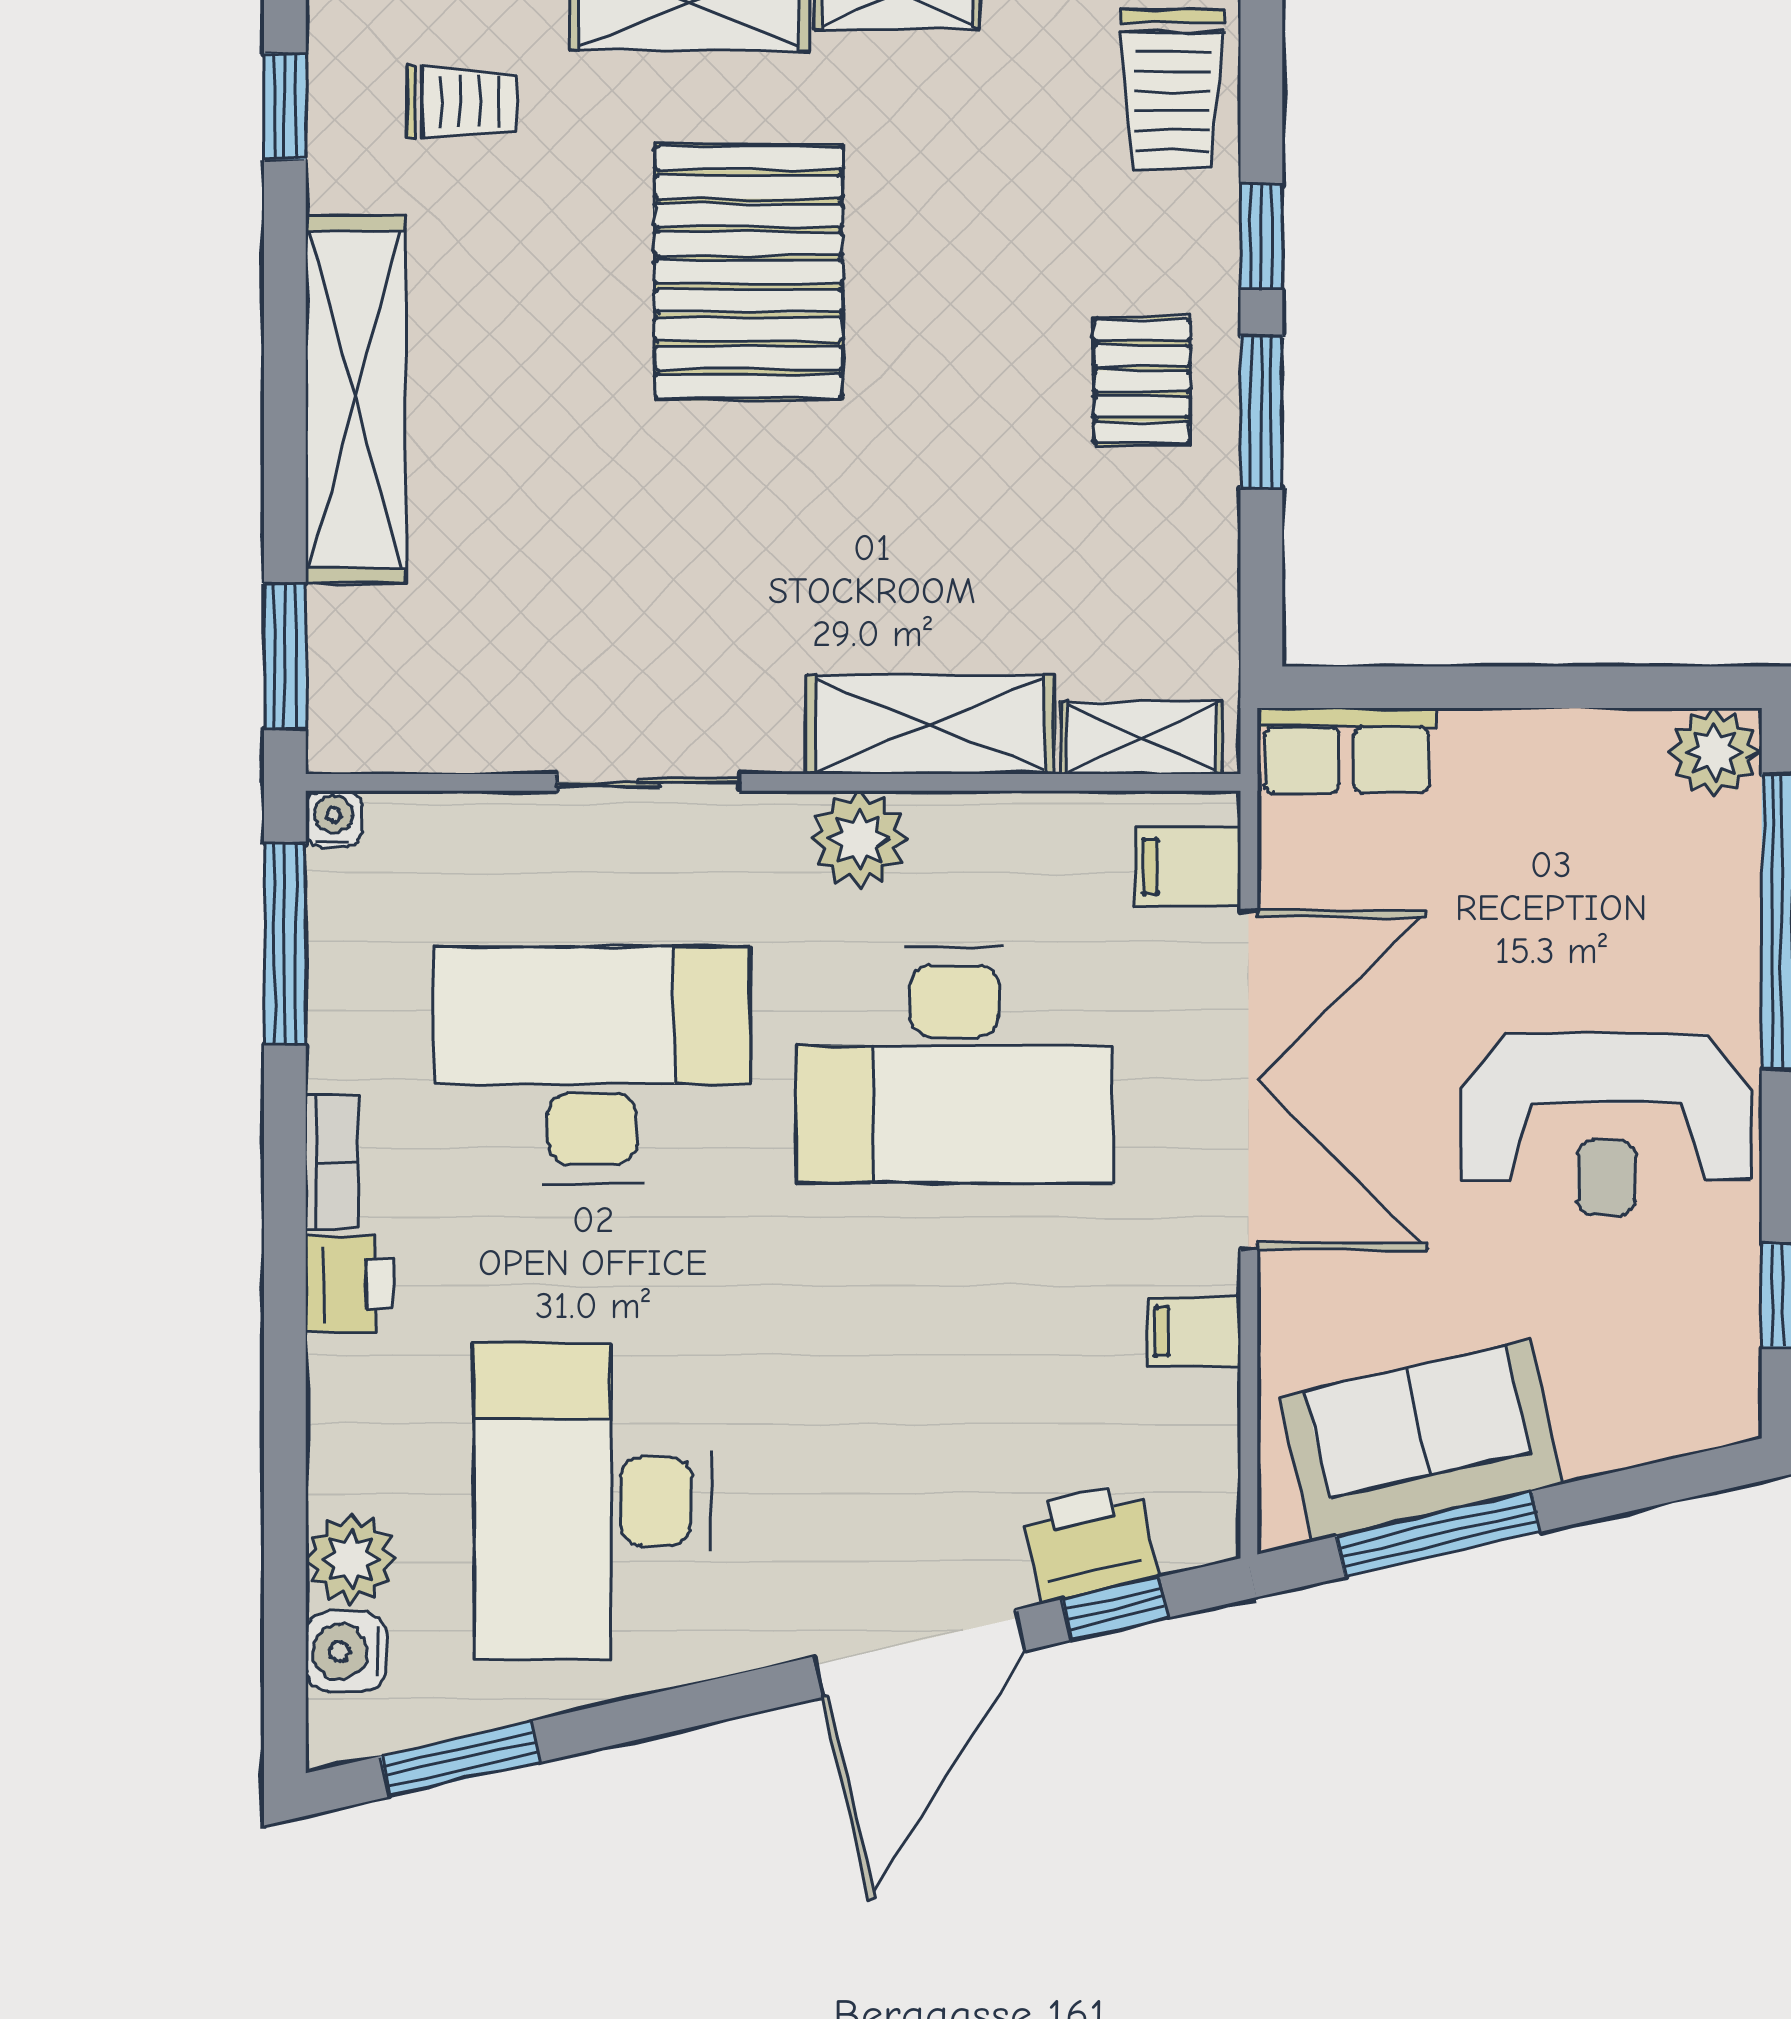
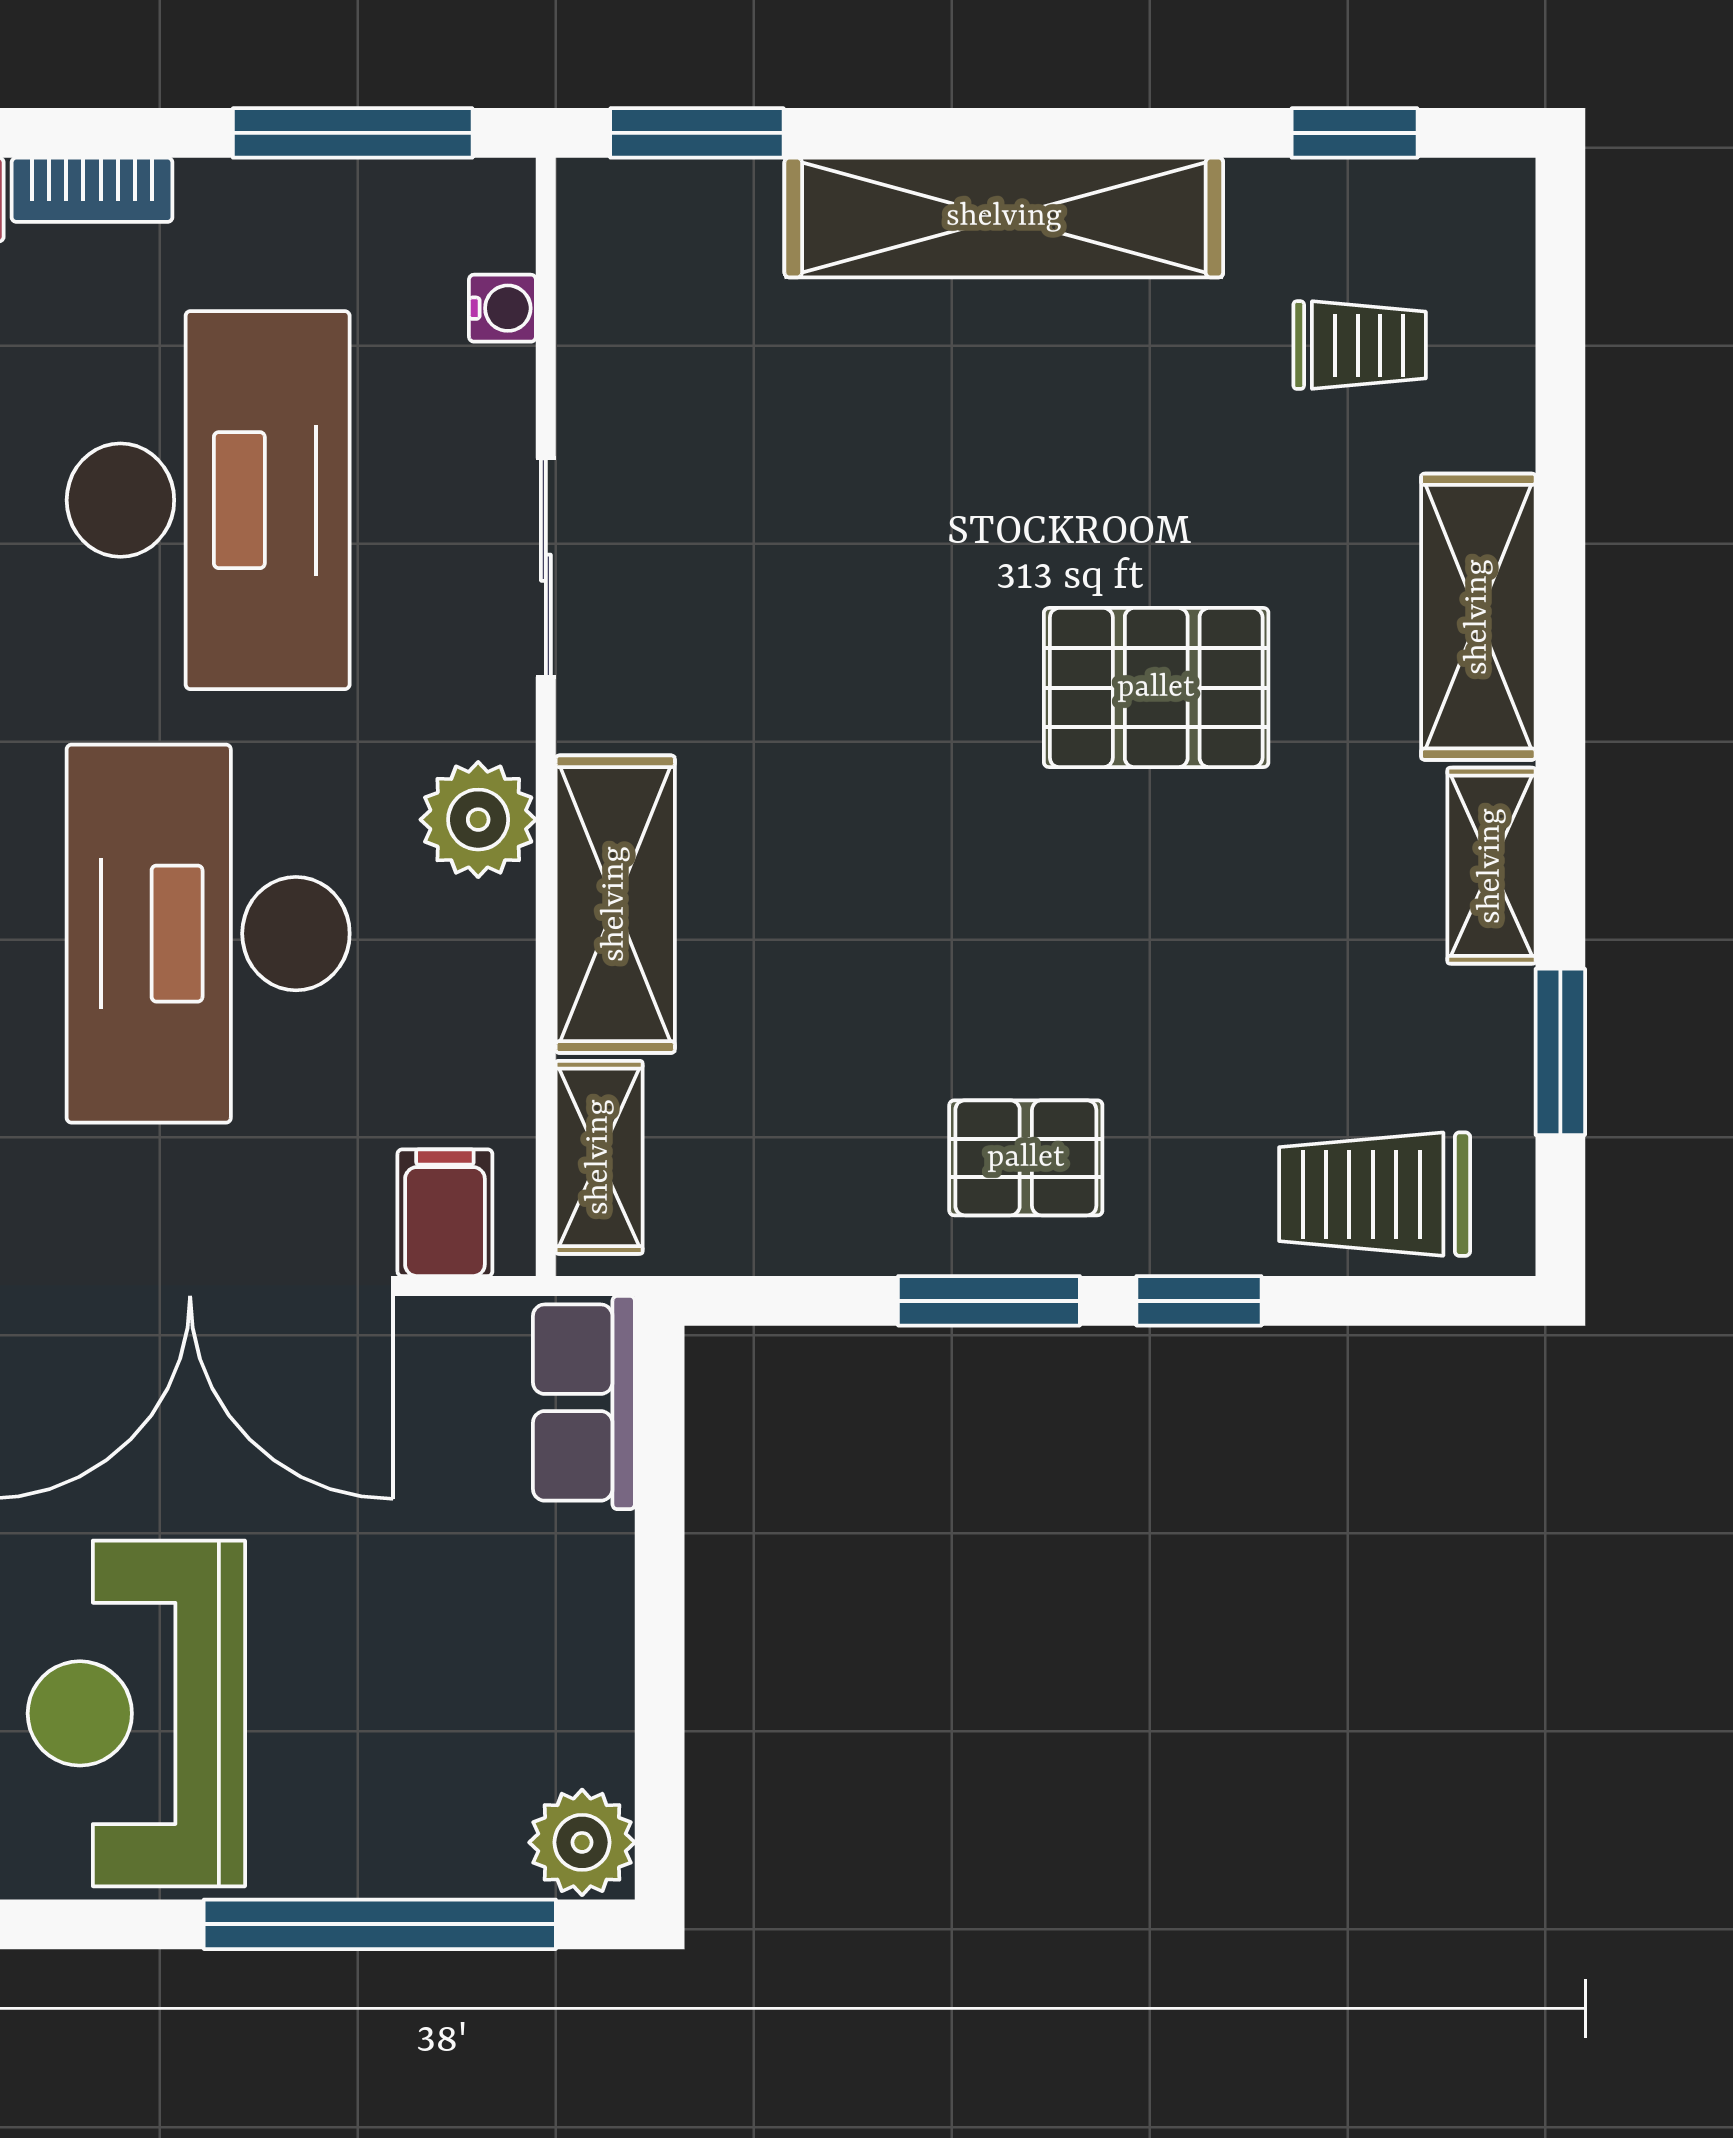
trolley: (462, 102) -> (1360, 345), turned -90
pallet: (749, 272) -> (1156, 688), width x0.73, depth x0.71
water cooler: (334, 819) -> (502, 308), moved

